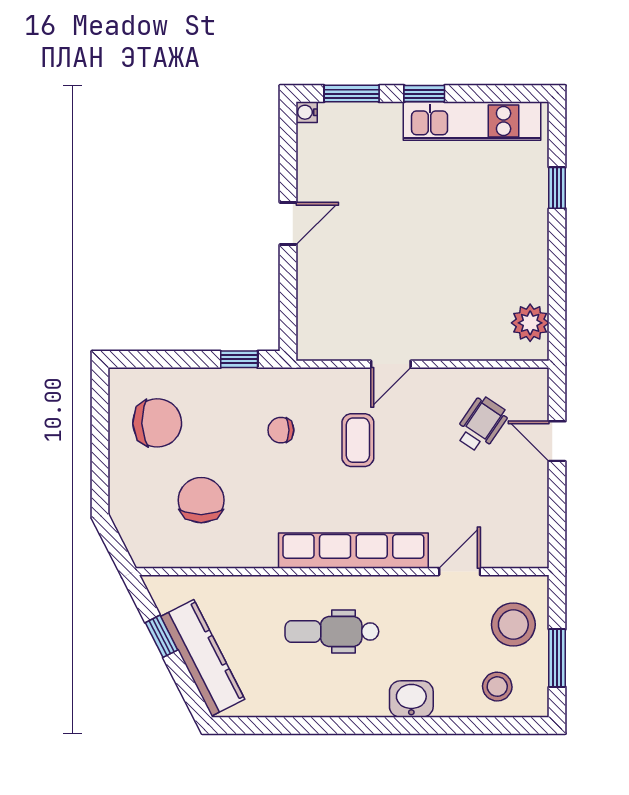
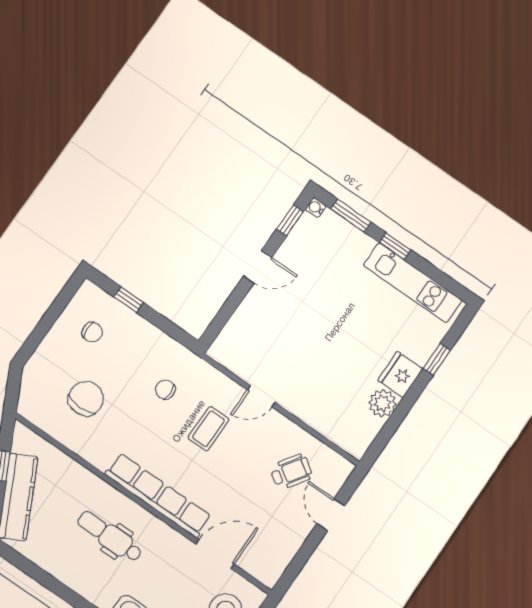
window: (288, 146) -> (290, 220), added
fridge: (528, 233) -> (400, 375), added
plant: (530, 323) -> (382, 403), moved
window: (239, 359) -> (129, 300), moved
chair: (157, 423) -> (92, 332), width x0.54, depth x0.54
door: (460, 572) -> (215, 554), width x1.38

